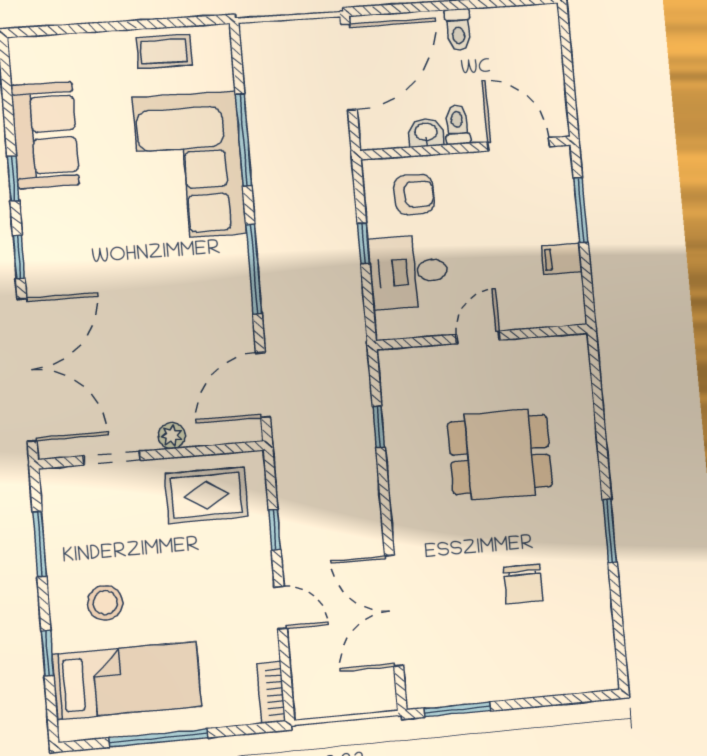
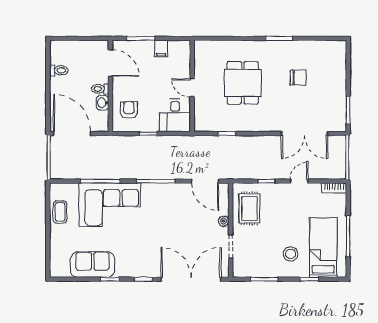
toilet: (458, 30) -> (59, 70), moved
door: (519, 144) -> (110, 63), swing flipped
desk: (409, 272) -> (175, 115), moved

